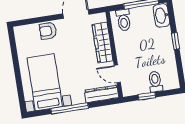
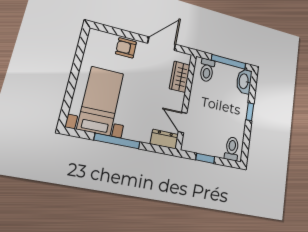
wardrobe: (103, 43) -> (180, 77), width x0.67
toilet: (155, 82) -> (232, 149), moved
dresser: (102, 94) -> (164, 139), width x0.70

